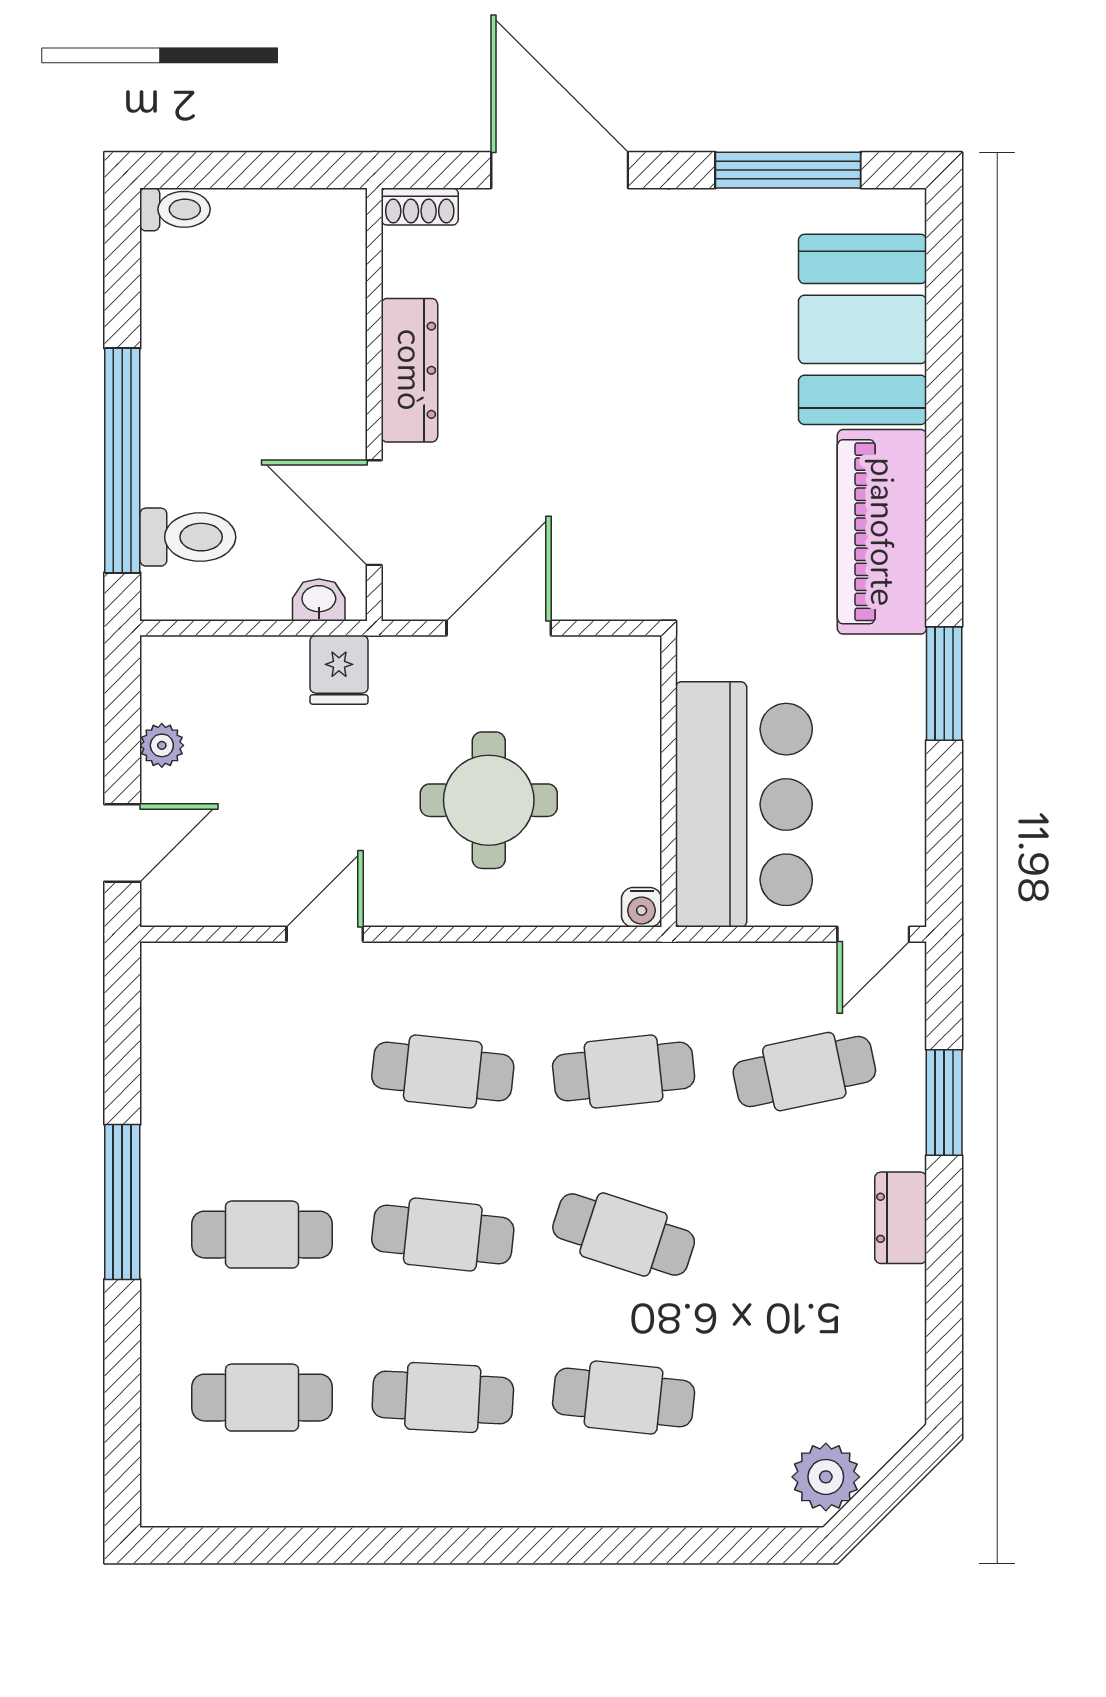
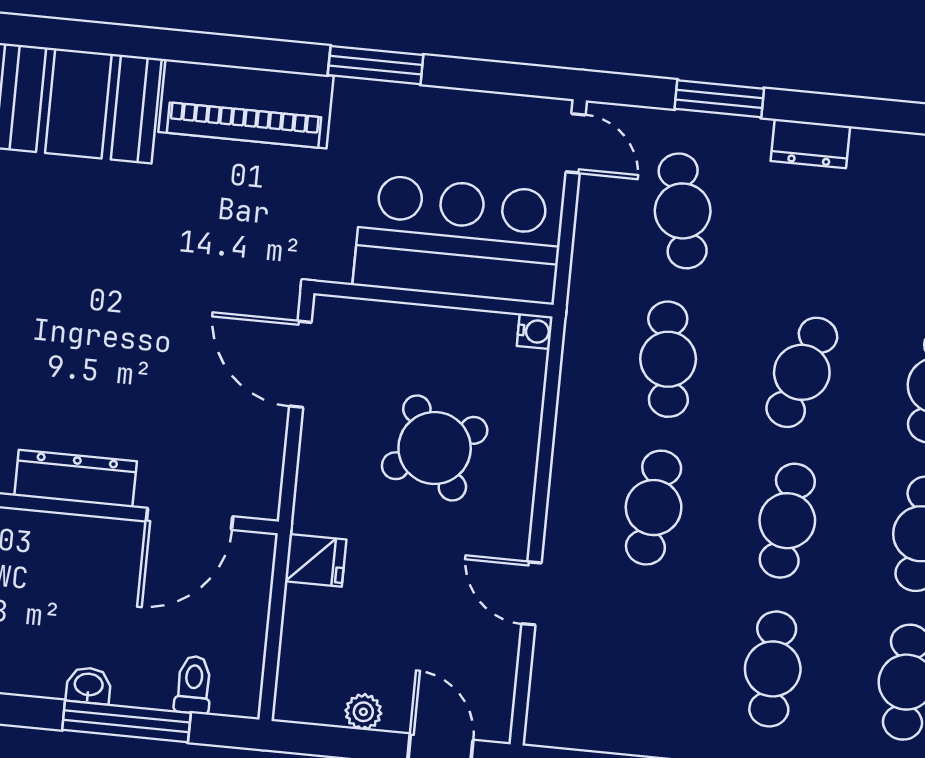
window: (122, 460) -> (126, 721), width x0.68
toilet: (188, 537) -> (193, 685), width x0.73, depth x0.72
washbasin: (319, 600) -> (89, 685), moved, turned 90
door: (499, 628) -> (300, 364), moved
round table: (489, 800) -> (435, 448), turned -30

